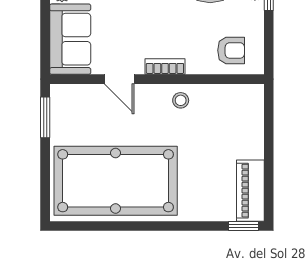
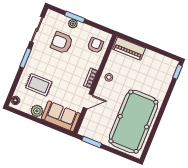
piano: (250, 191) -> (129, 49), moved

